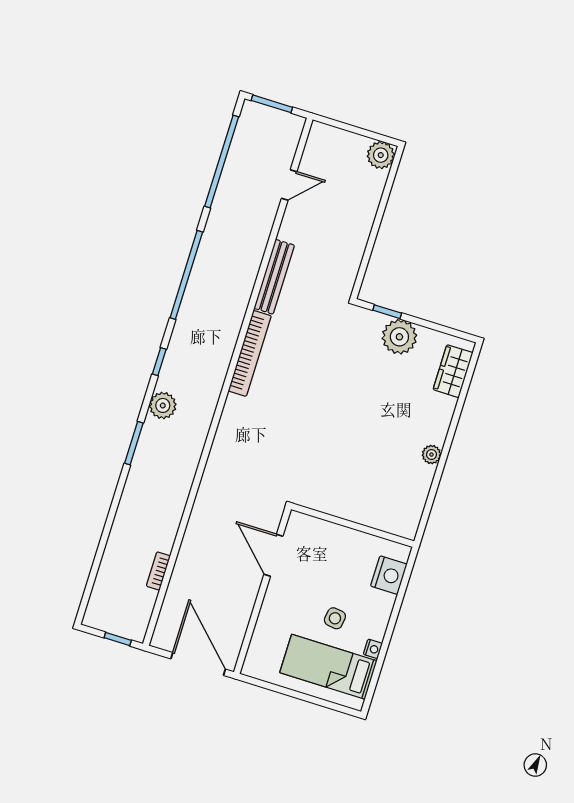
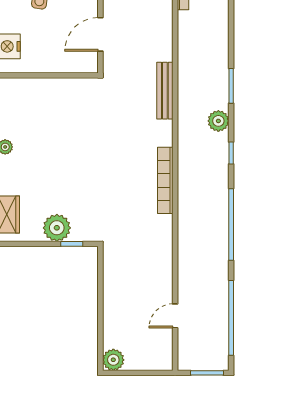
bench: (274, 277) -> (165, 91), moved
door: (273, 555) -> (100, 34), swing flipped

